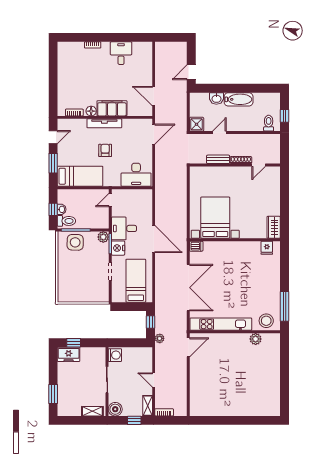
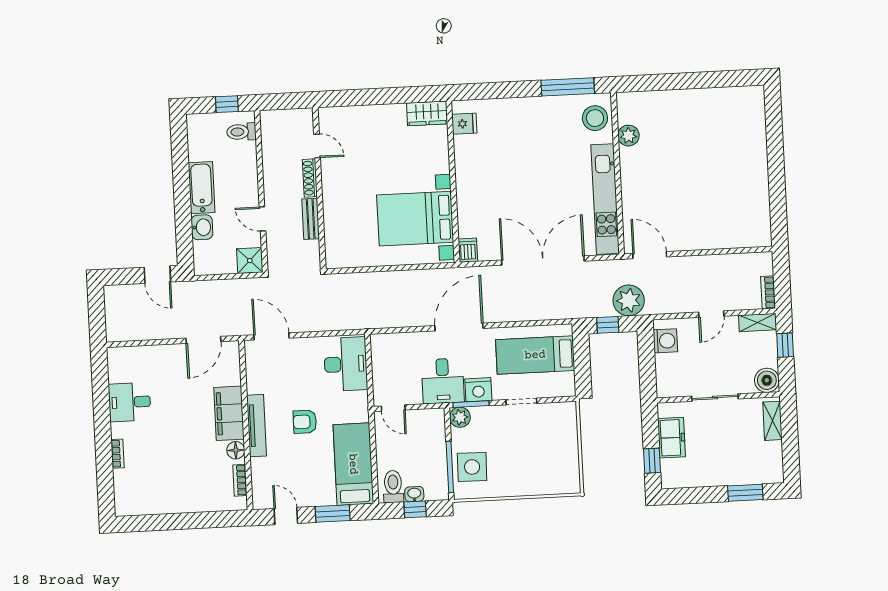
toilet: (66, 221) -> (393, 487), moved
plant: (160, 338) -> (629, 300), width x1.87, depth x1.87
freezer: (69, 354) -> (671, 438), moved
washing machine: (115, 355) -> (665, 341), moved, turned 90

